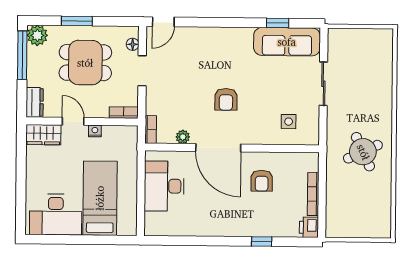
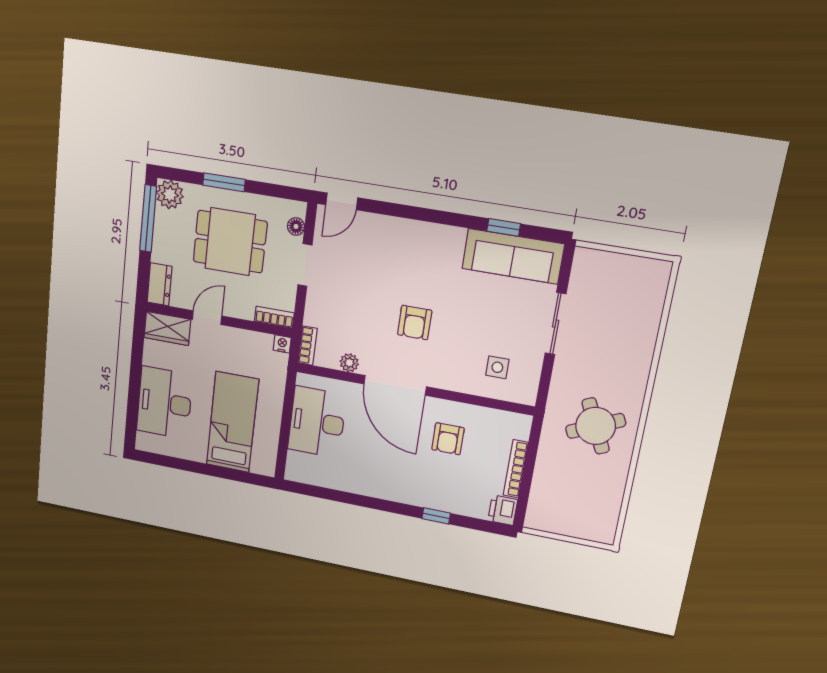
door: (73, 121) -> (207, 318), hinge flipped
nightstand: (95, 131) -> (282, 344), moved
desk: (56, 215) -> (165, 403), moved, turned 90

